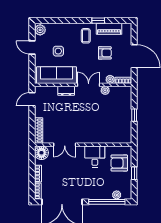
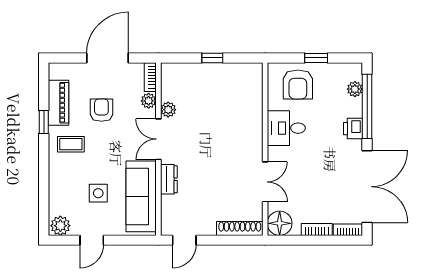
door: (32, 99) -> (184, 240), hinge flipped
printer: (95, 194) -> (353, 129), added

